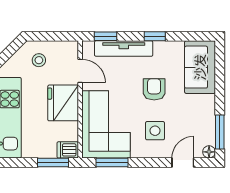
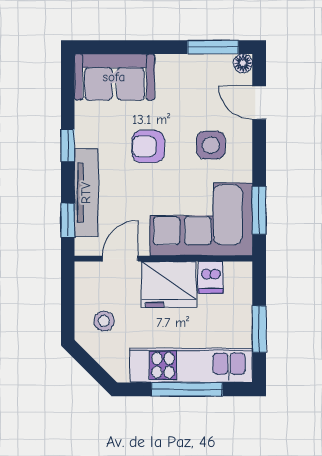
dishwasher: (68, 150) -> (211, 277), moved
window: (53, 163) -> (259, 329), moved

